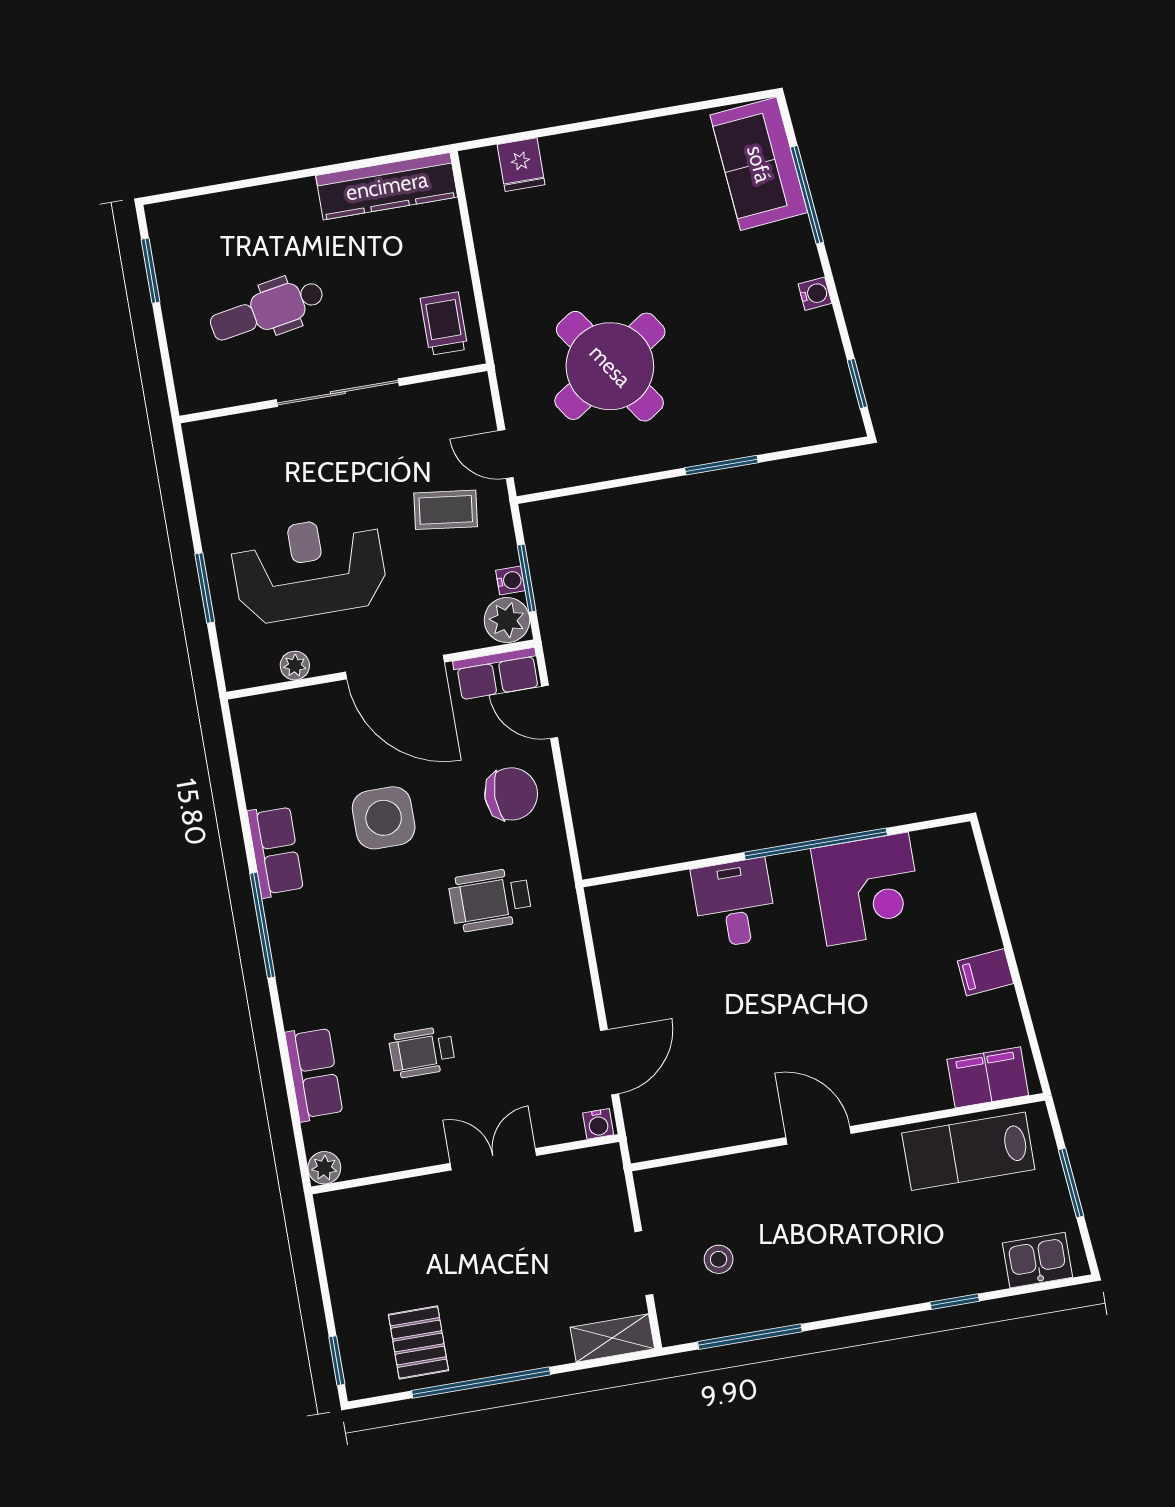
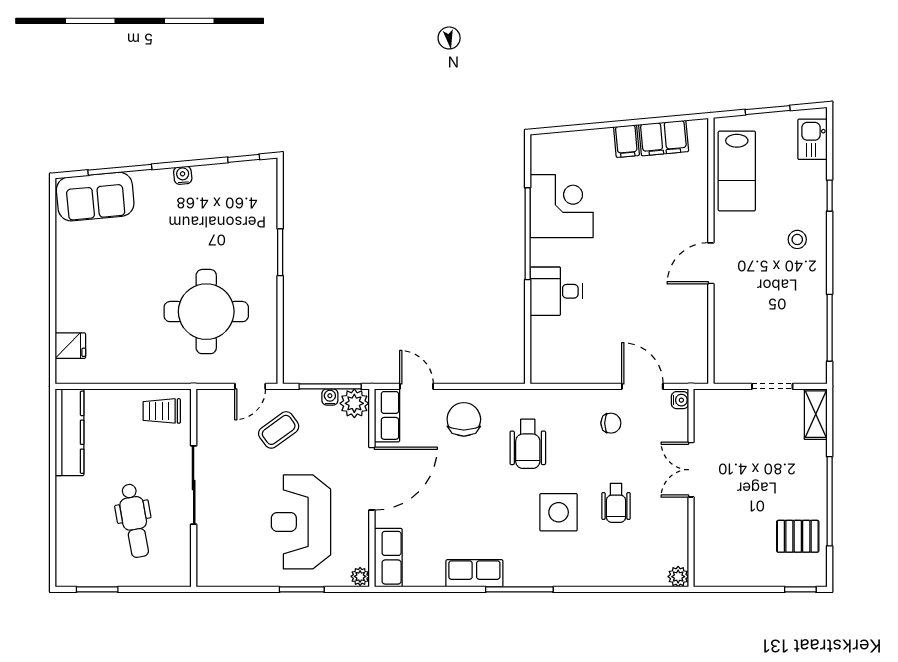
round table: (610, 366) -> (206, 312), turned 34
coffee table: (446, 510) -> (279, 430), turned 47
window: (527, 578) -> (330, 386), width x1.44
plant: (295, 666) -> (360, 576), moved
door: (550, 712) -> (416, 386), swing flipped
side table: (384, 818) -> (559, 512), moved
chair: (544, 1023) -> (611, 423), added
row of seats: (314, 1074) -> (388, 558), moved, turned 90
filing cabinet: (988, 1077) -> (664, 138), moved, turned -95
stool: (719, 1259) -> (797, 239), moved

